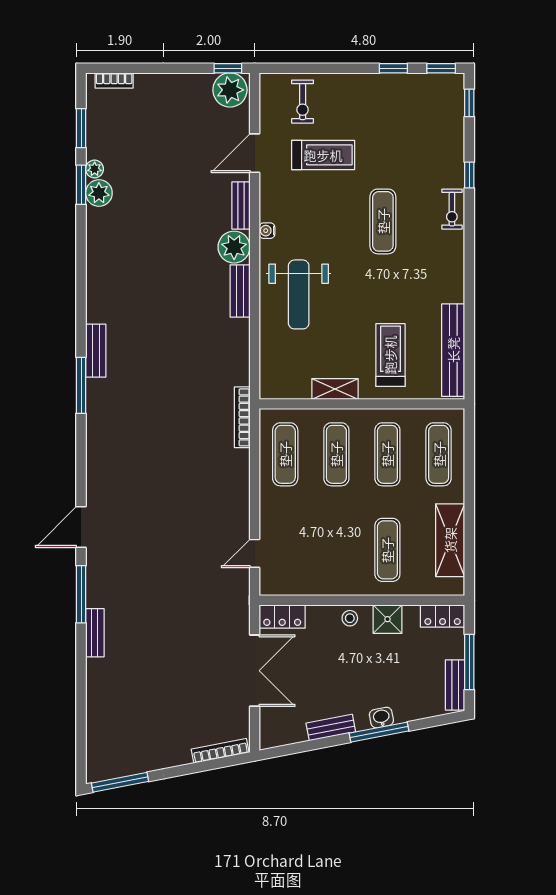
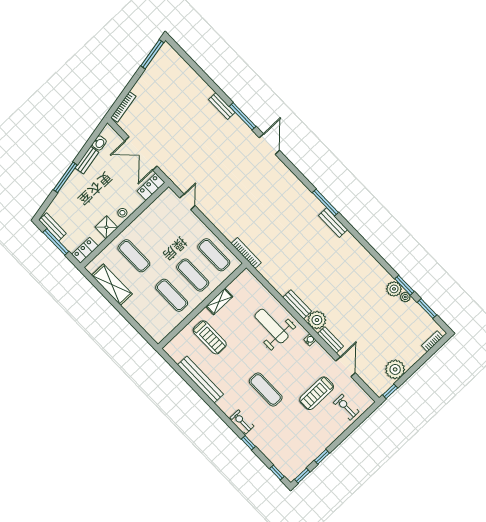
plant: (230, 90) -> (395, 369), moved
bench: (453, 350) -> (201, 380), moved
exercise mat: (439, 454) -> (151, 315), removed
washbasin: (381, 718) -> (99, 143), moved

